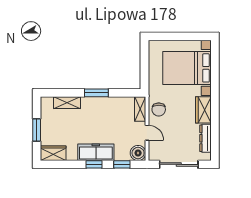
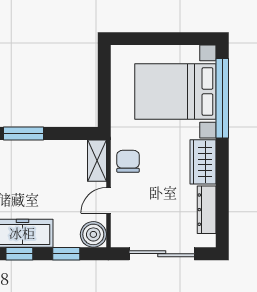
window: (215, 72) -> (222, 98), added
chair: (159, 109) -> (128, 161), turned 180
door: (147, 133) -> (108, 200), swing flipped

